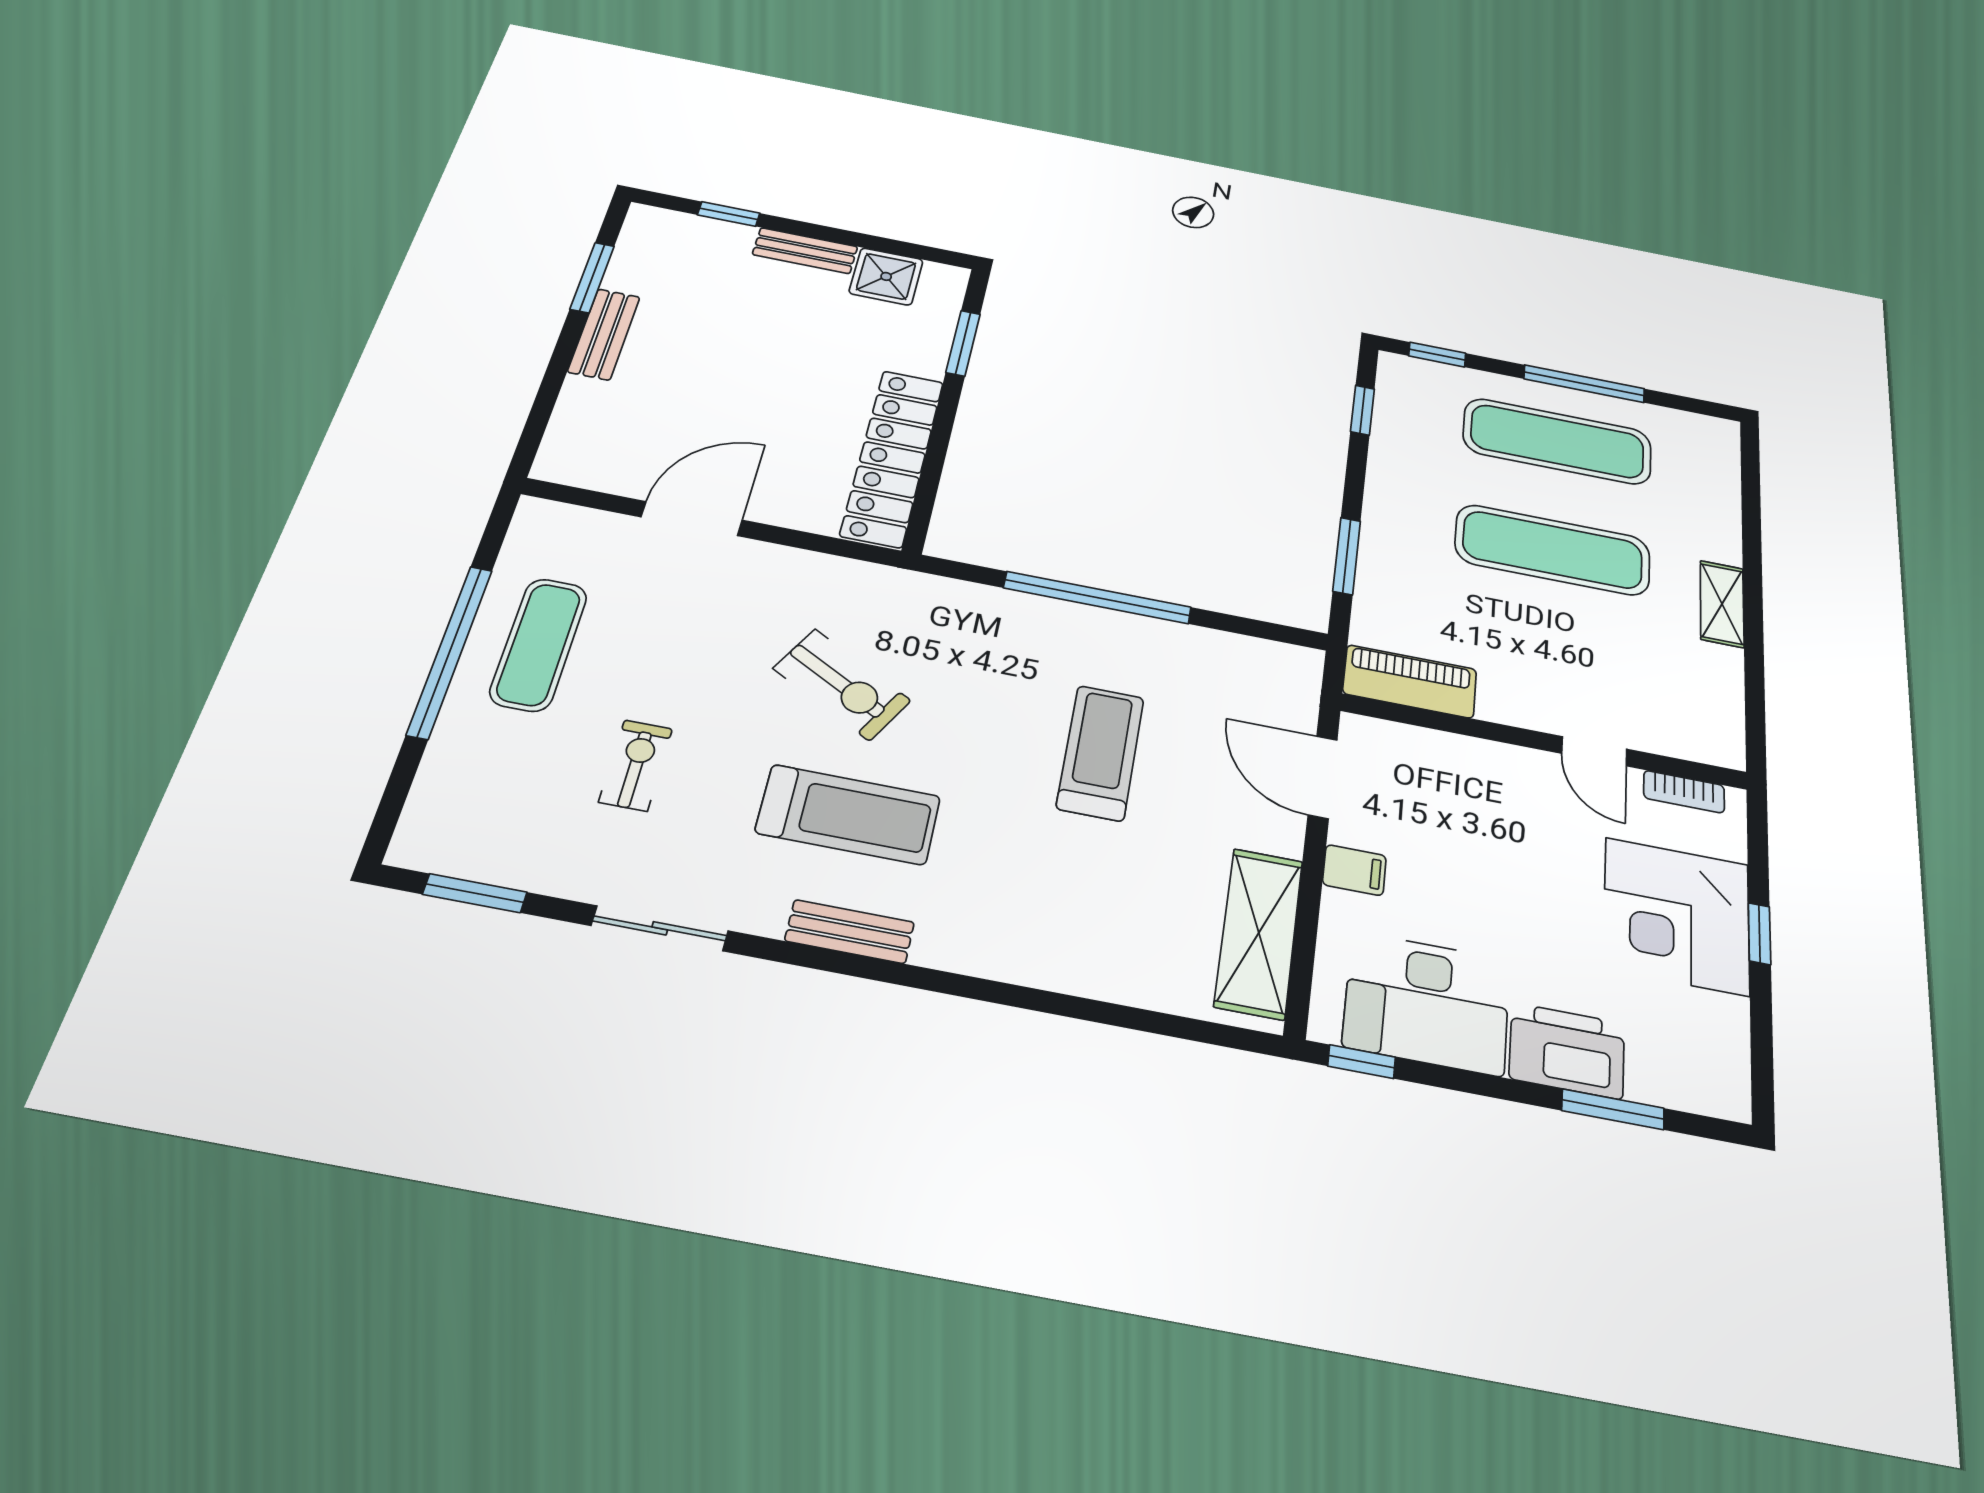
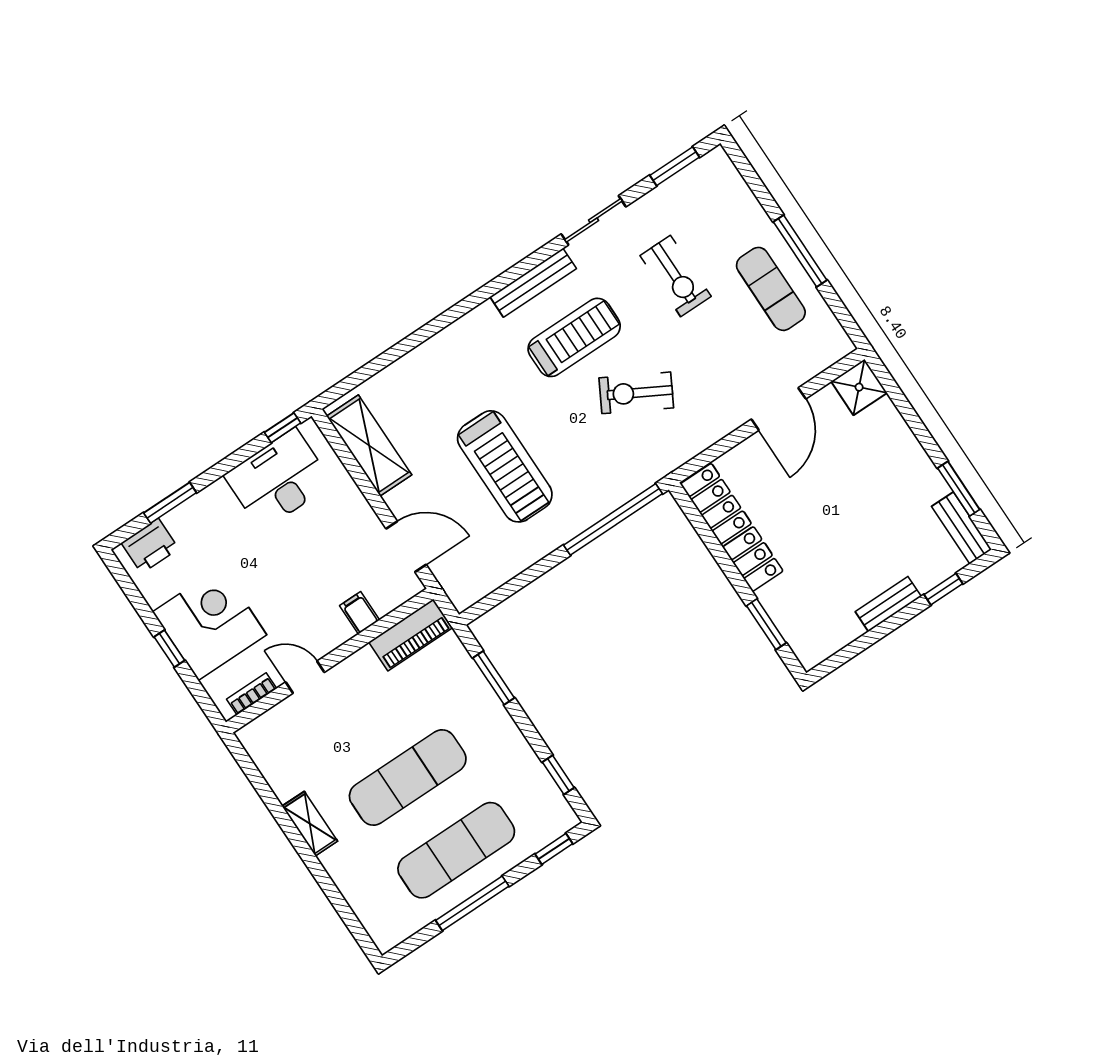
shower: (886, 276) -> (859, 387), moved
bench: (604, 334) -> (962, 528), moved
window: (1097, 598) -> (613, 519), moved
window: (450, 651) -> (800, 251), width x0.68
treadmill: (1100, 753) -> (505, 466), width x1.37, depth x1.38
exercise bike: (636, 765) -> (676, 276), width x1.38, depth x1.39
treadmill: (848, 815) -> (574, 337), turned 180
filing cabinet: (1354, 870) -> (360, 613), moved, turned 90
bench: (850, 932) -> (533, 283), width x1.36
printer: (1567, 1051) -> (150, 546), moved, width x0.73, depth x0.84

